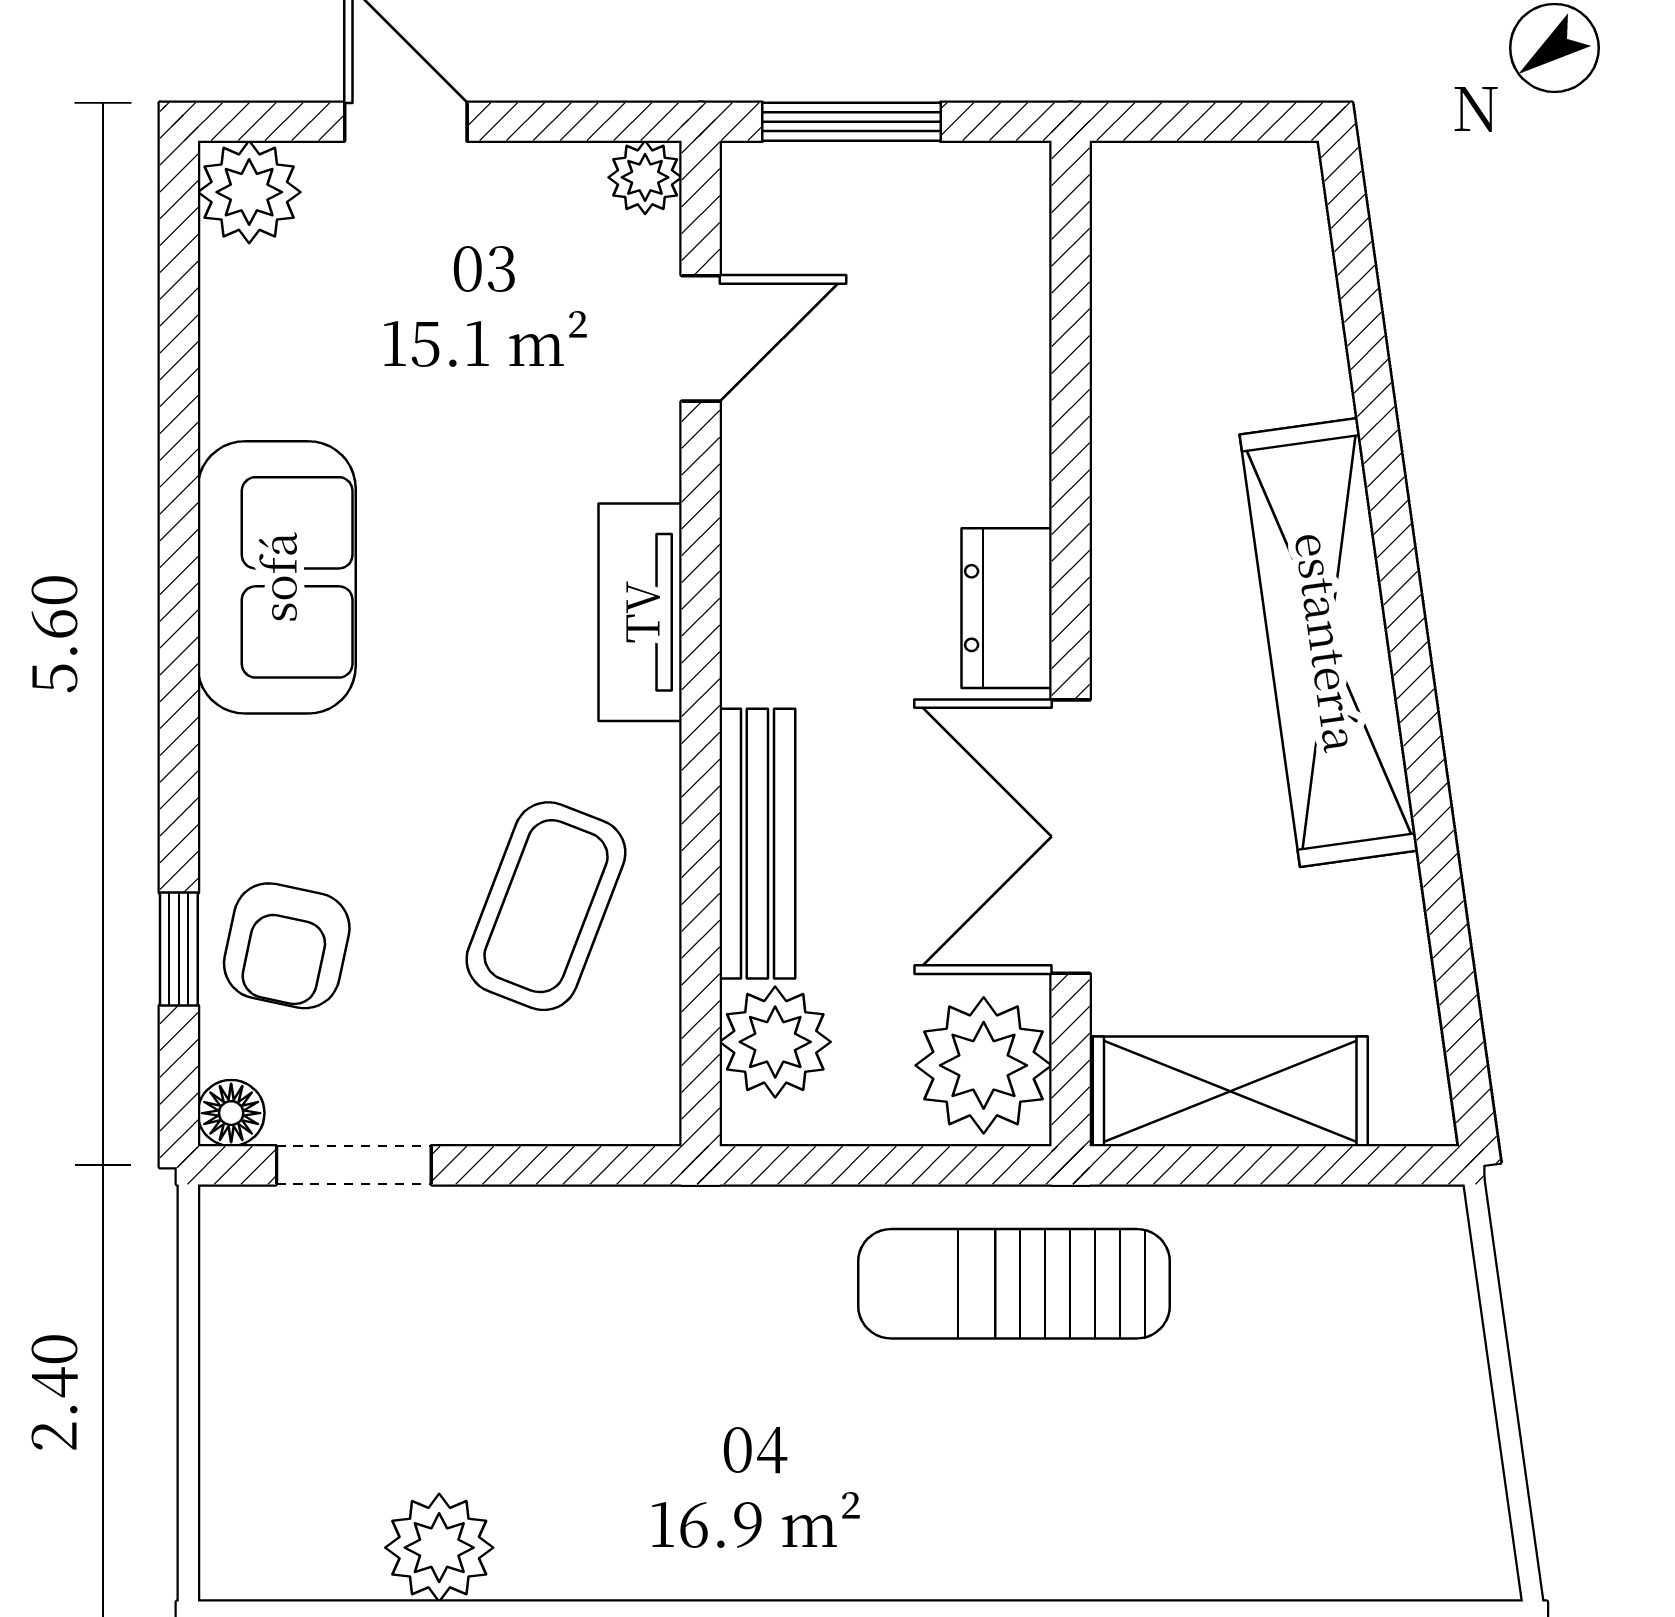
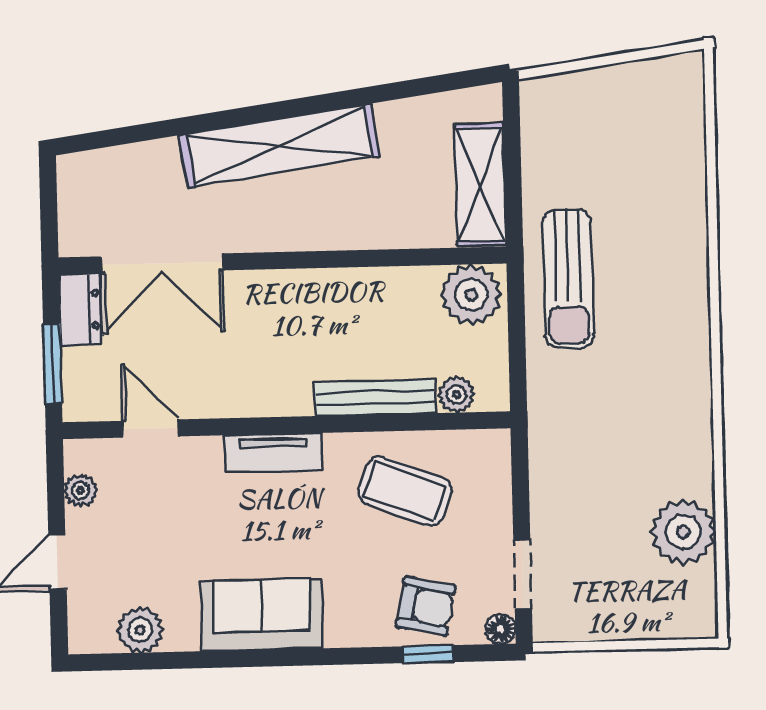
plant: (645, 177) -> (80, 490), moved
plant: (249, 192) -> (140, 630), moved
dresser: (1007, 608) -> (80, 310), moved, turned -90
double door: (1071, 837) -> (162, 263), moved
plant: (775, 1042) -> (456, 395), width x0.73, depth x0.73
plant: (439, 1548) -> (683, 532), width x1.36, depth x1.36

